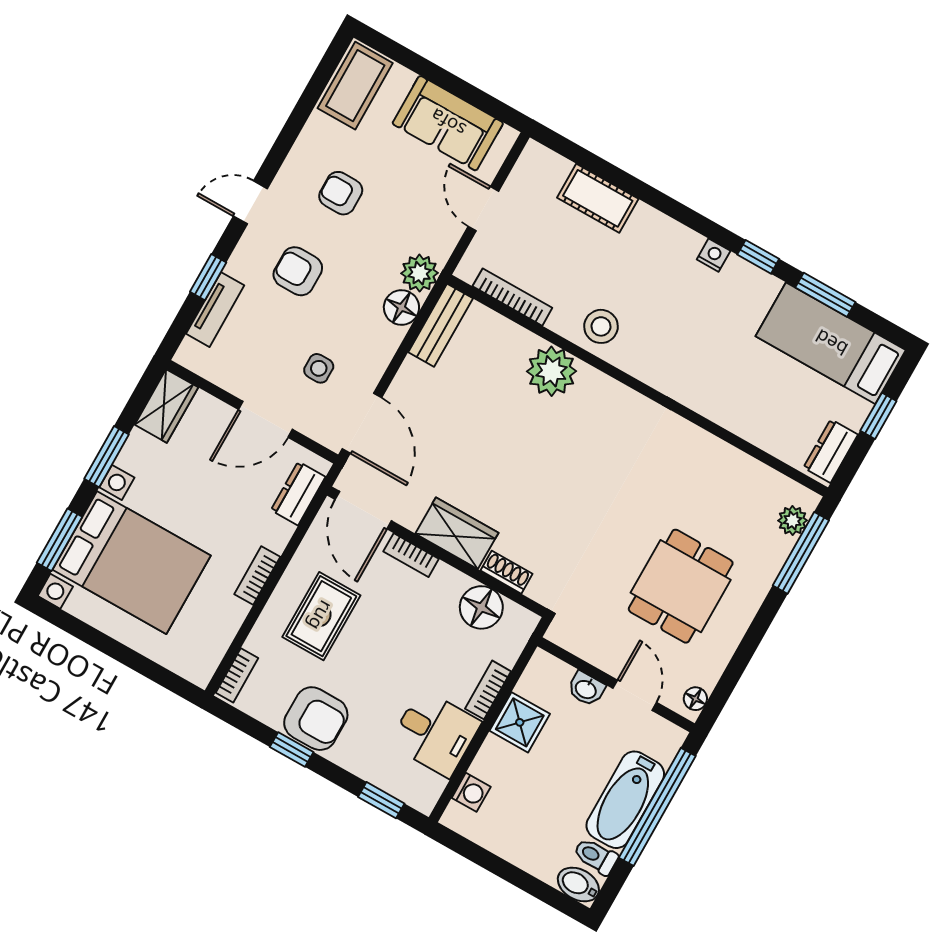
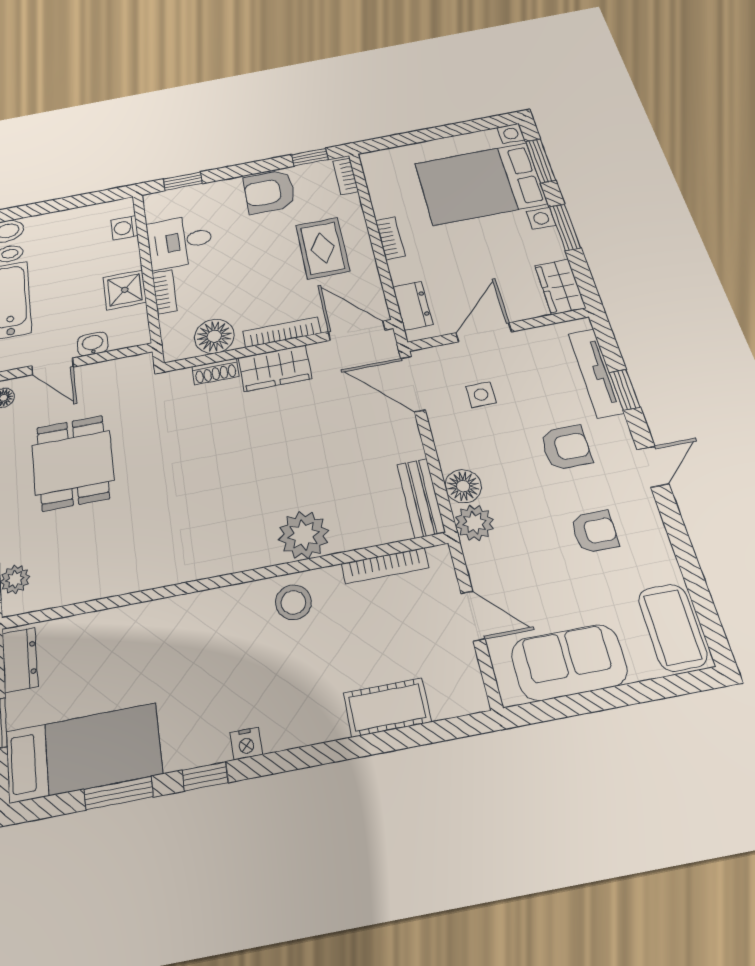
tv unit: (215, 310) -> (596, 373), width x1.41
bookcase: (411, 555) -> (282, 332), width x1.56
window: (292, 749) -> (310, 157), moved

